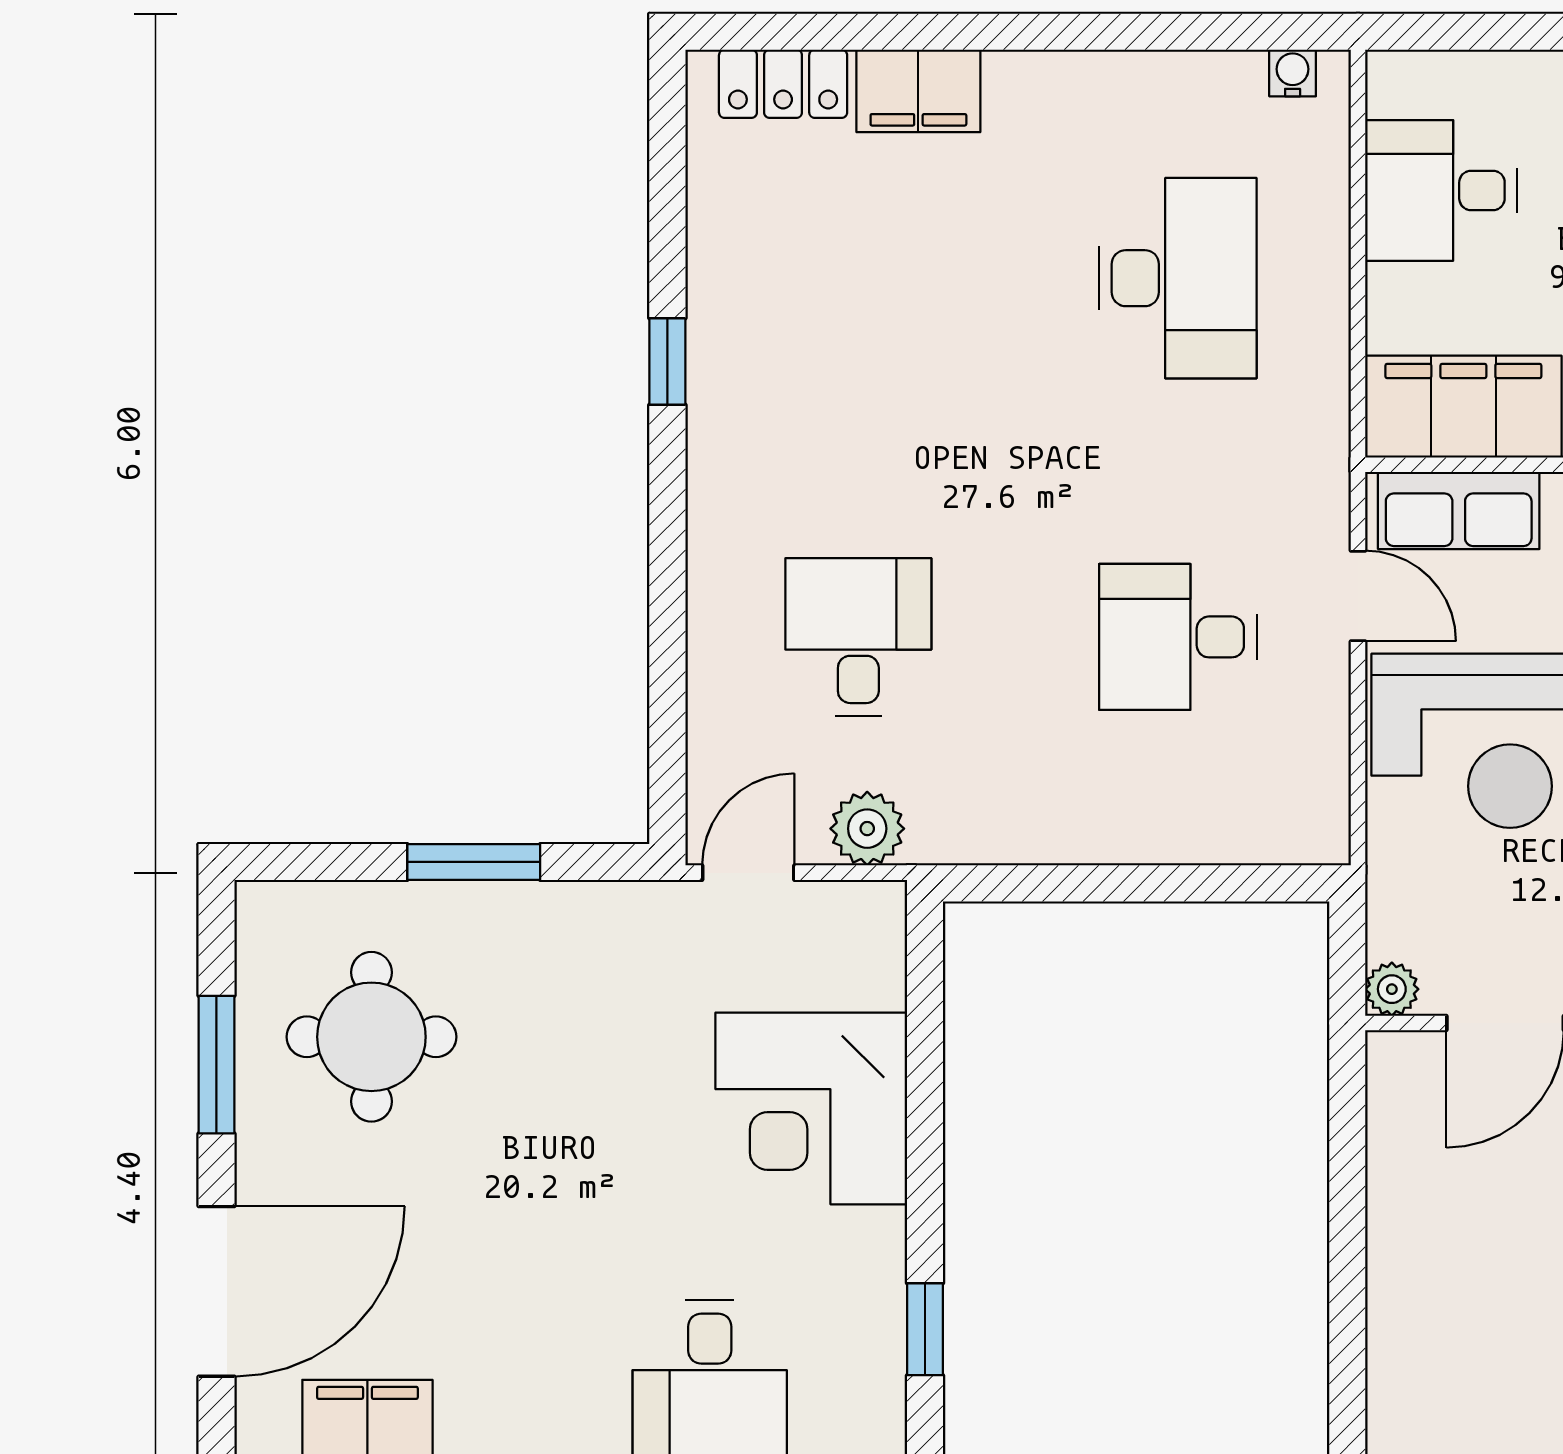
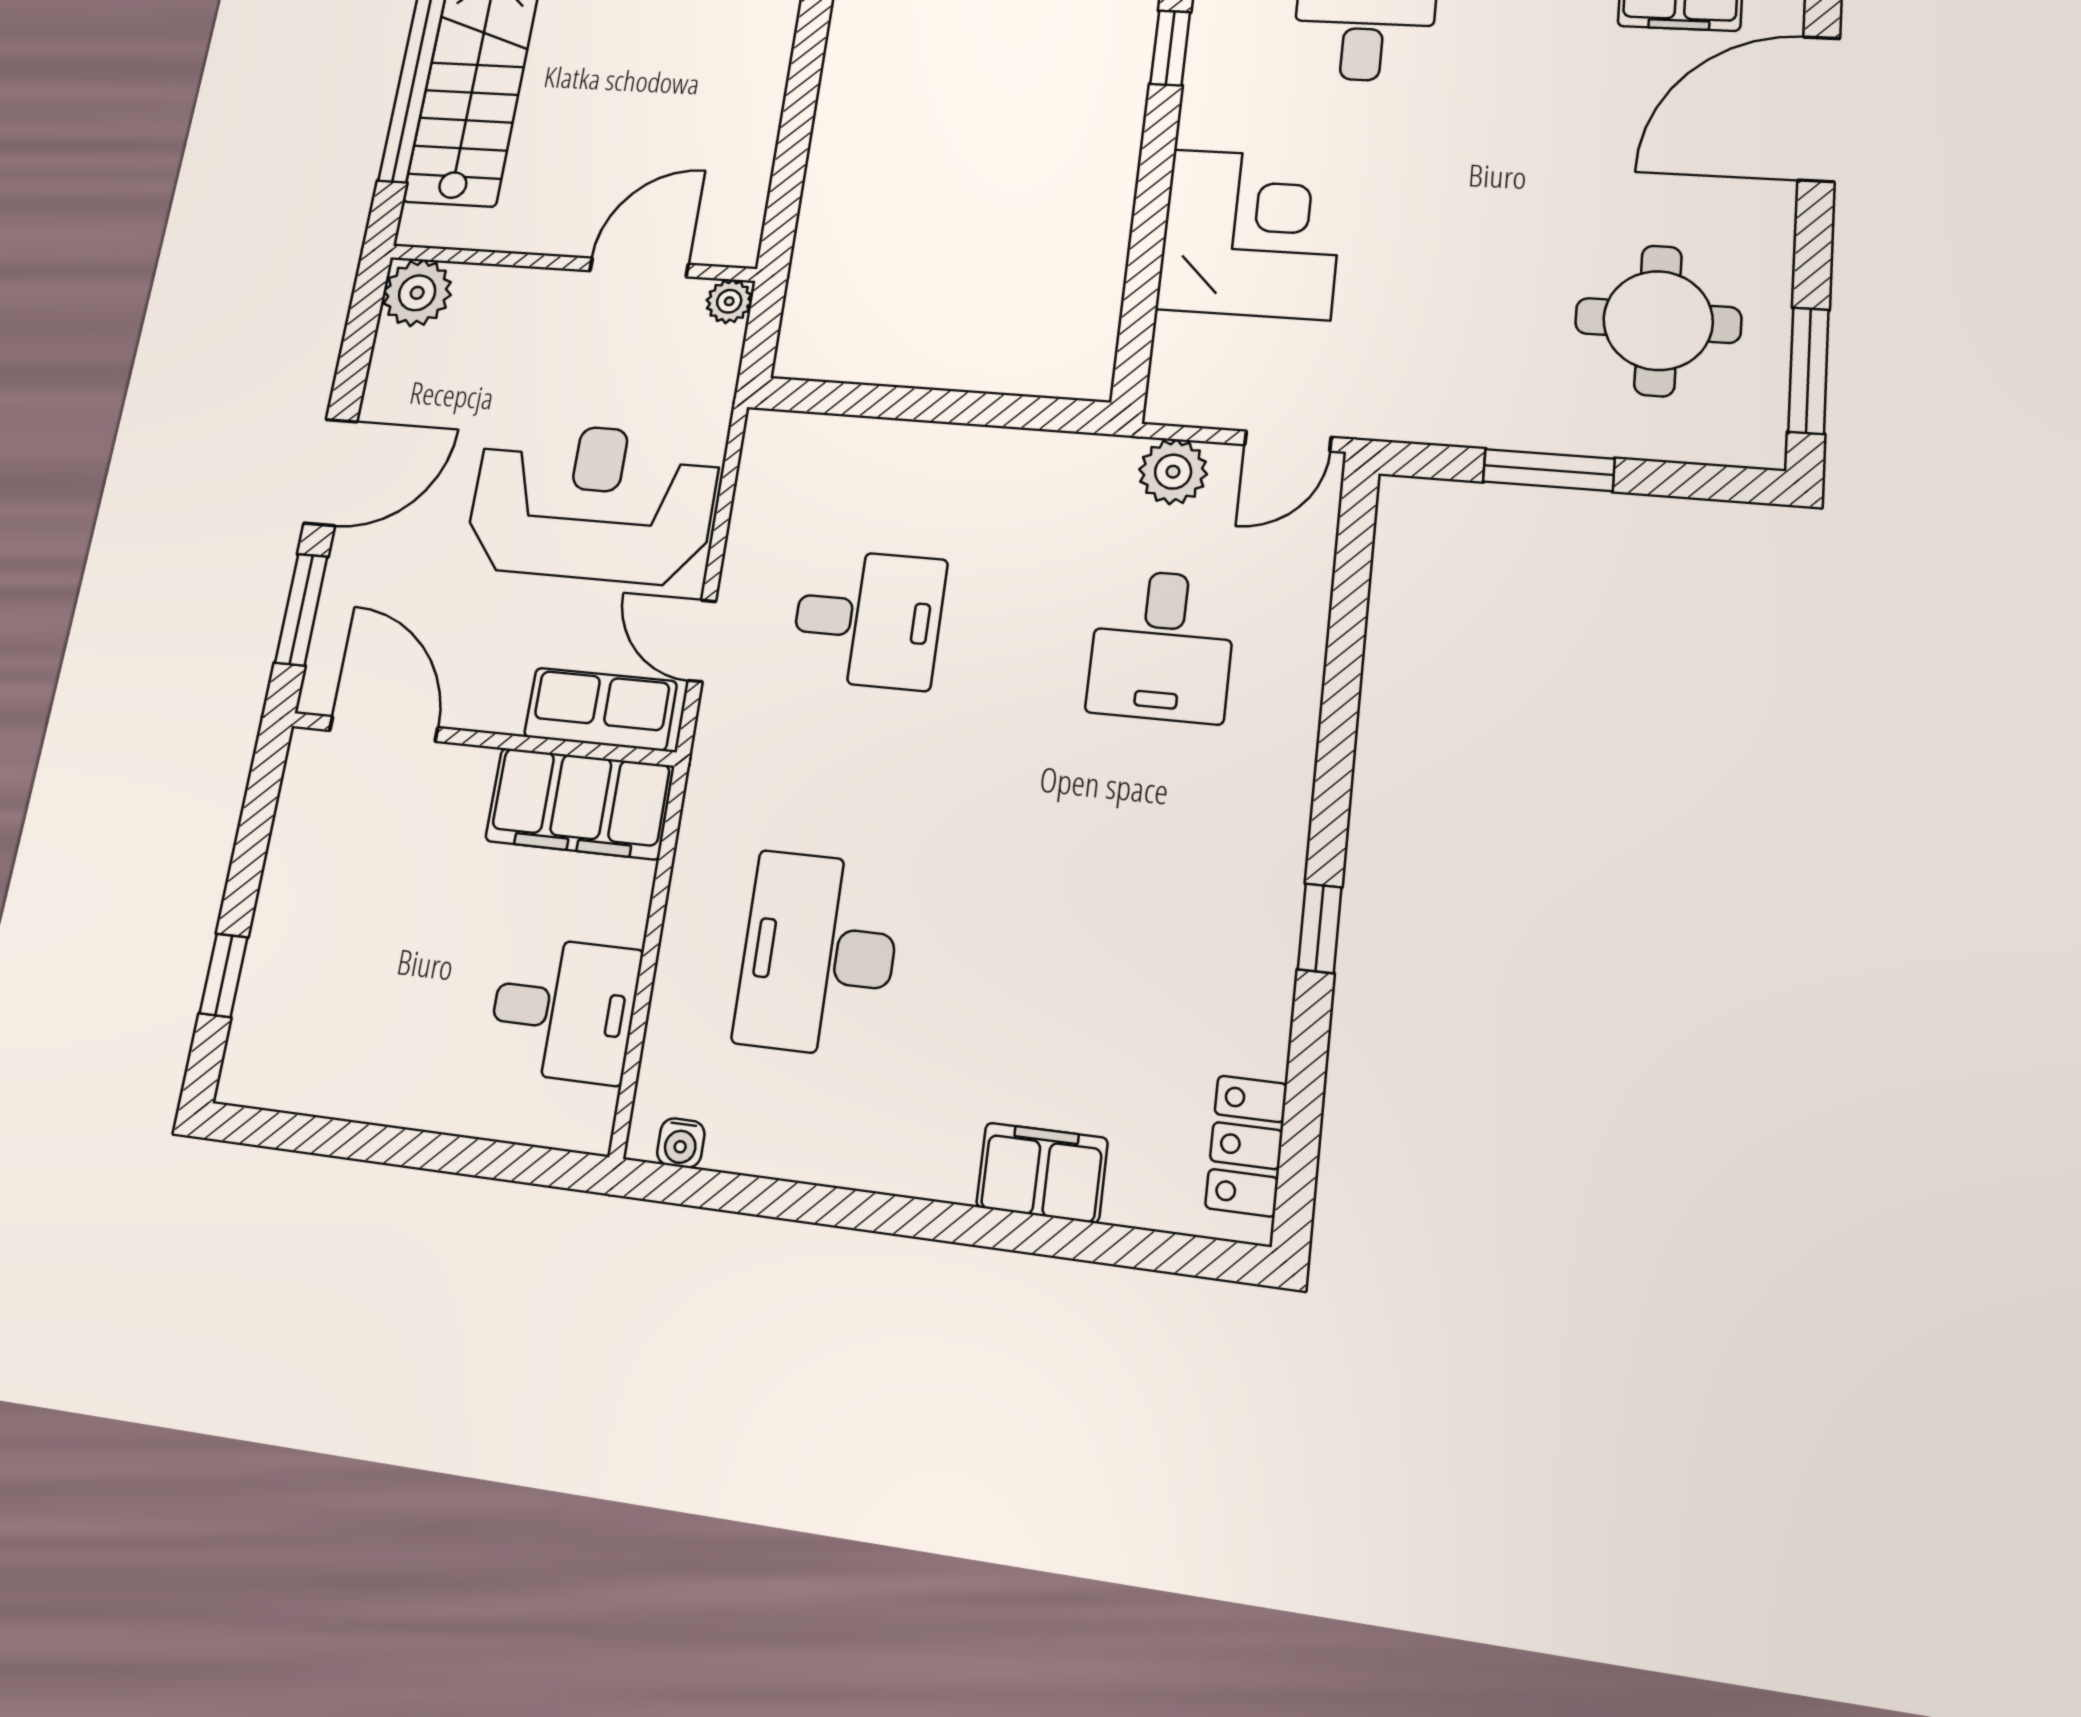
locker: (783, 84) -> (1246, 1146), moved, turned -90
window: (216, 1065) -> (1809, 370), moved

